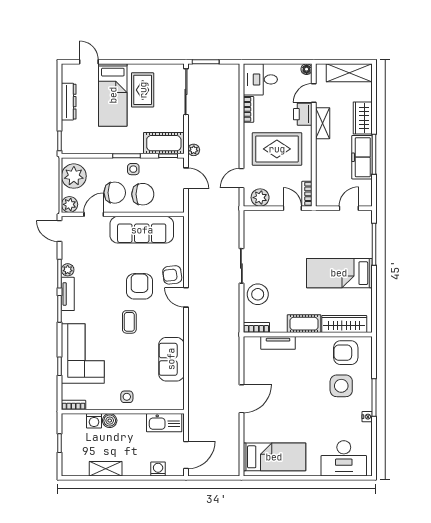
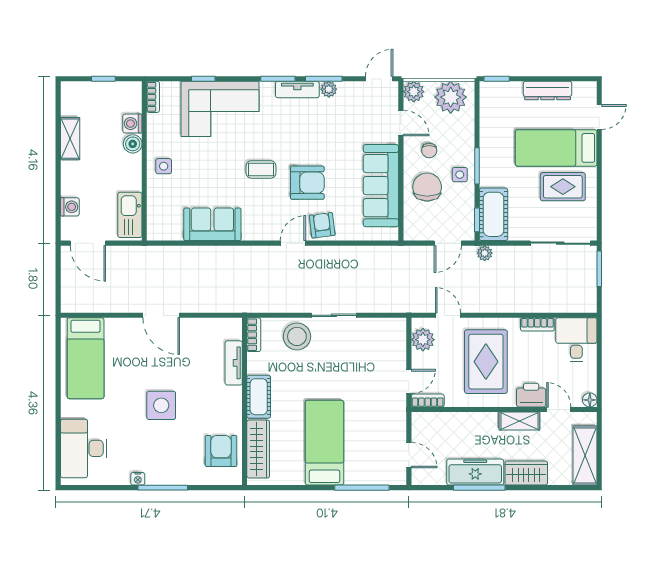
chair: (115, 193) -> (429, 150), width x0.54, depth x0.54
chair: (143, 194) -> (427, 187), turned 180
side table: (341, 386) -> (161, 405), moved

